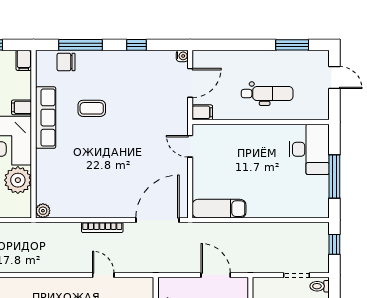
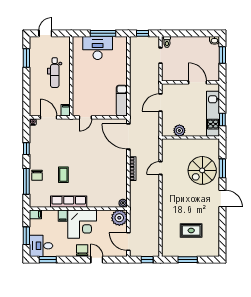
chair: (66, 62) -> (37, 175), moved
dental chair: (267, 94) -> (55, 73), turned 180
desk: (309, 149) -> (98, 48), moved
plant: (18, 180) -> (119, 218), moved

